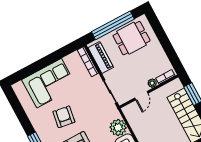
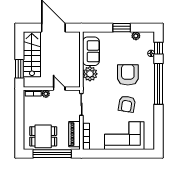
door: (141, 96) -> (59, 89), hinge flipped

